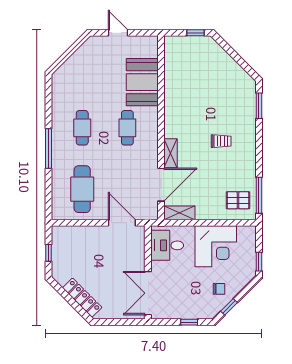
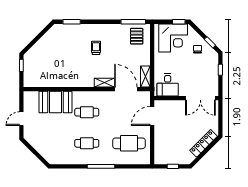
corner desk: (216, 246) -> (173, 38), moved, turned 90

